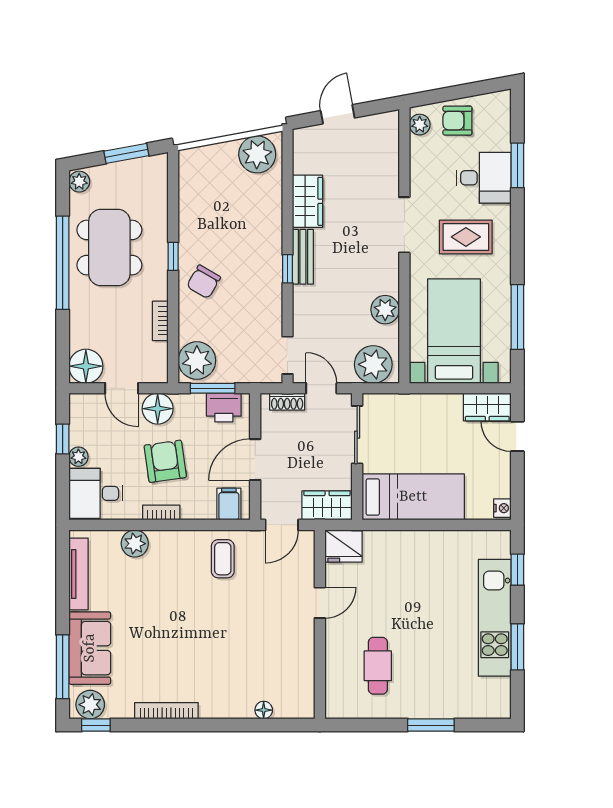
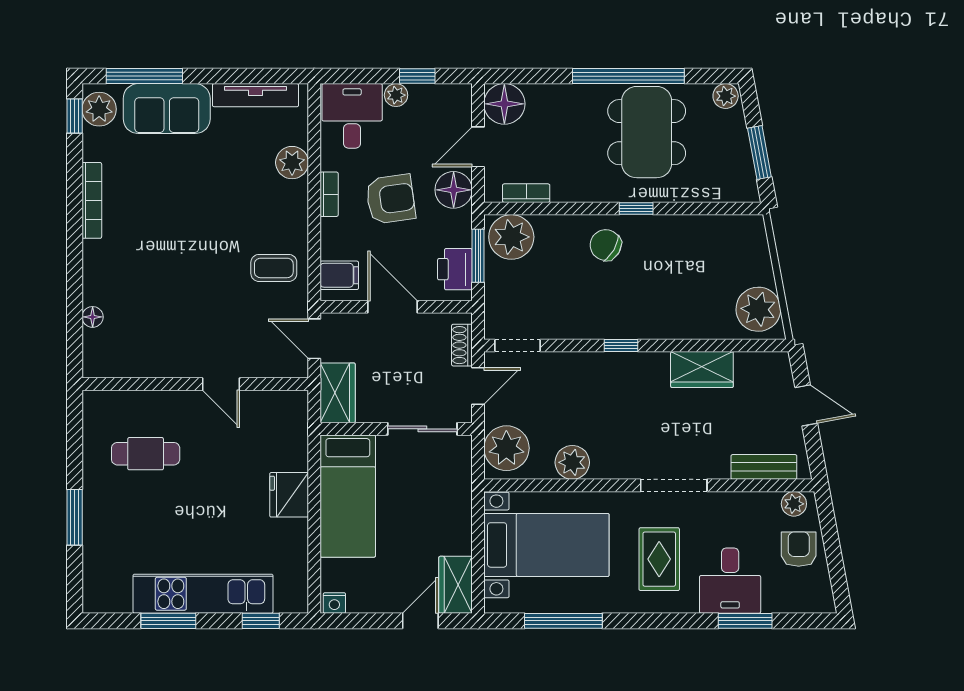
dining table: (109, 248) -> (647, 132), turned 90
bench: (303, 257) -> (764, 467), moved
bookcase: (160, 321) -> (526, 193), moved
fridge: (343, 546) -> (289, 495), moved

